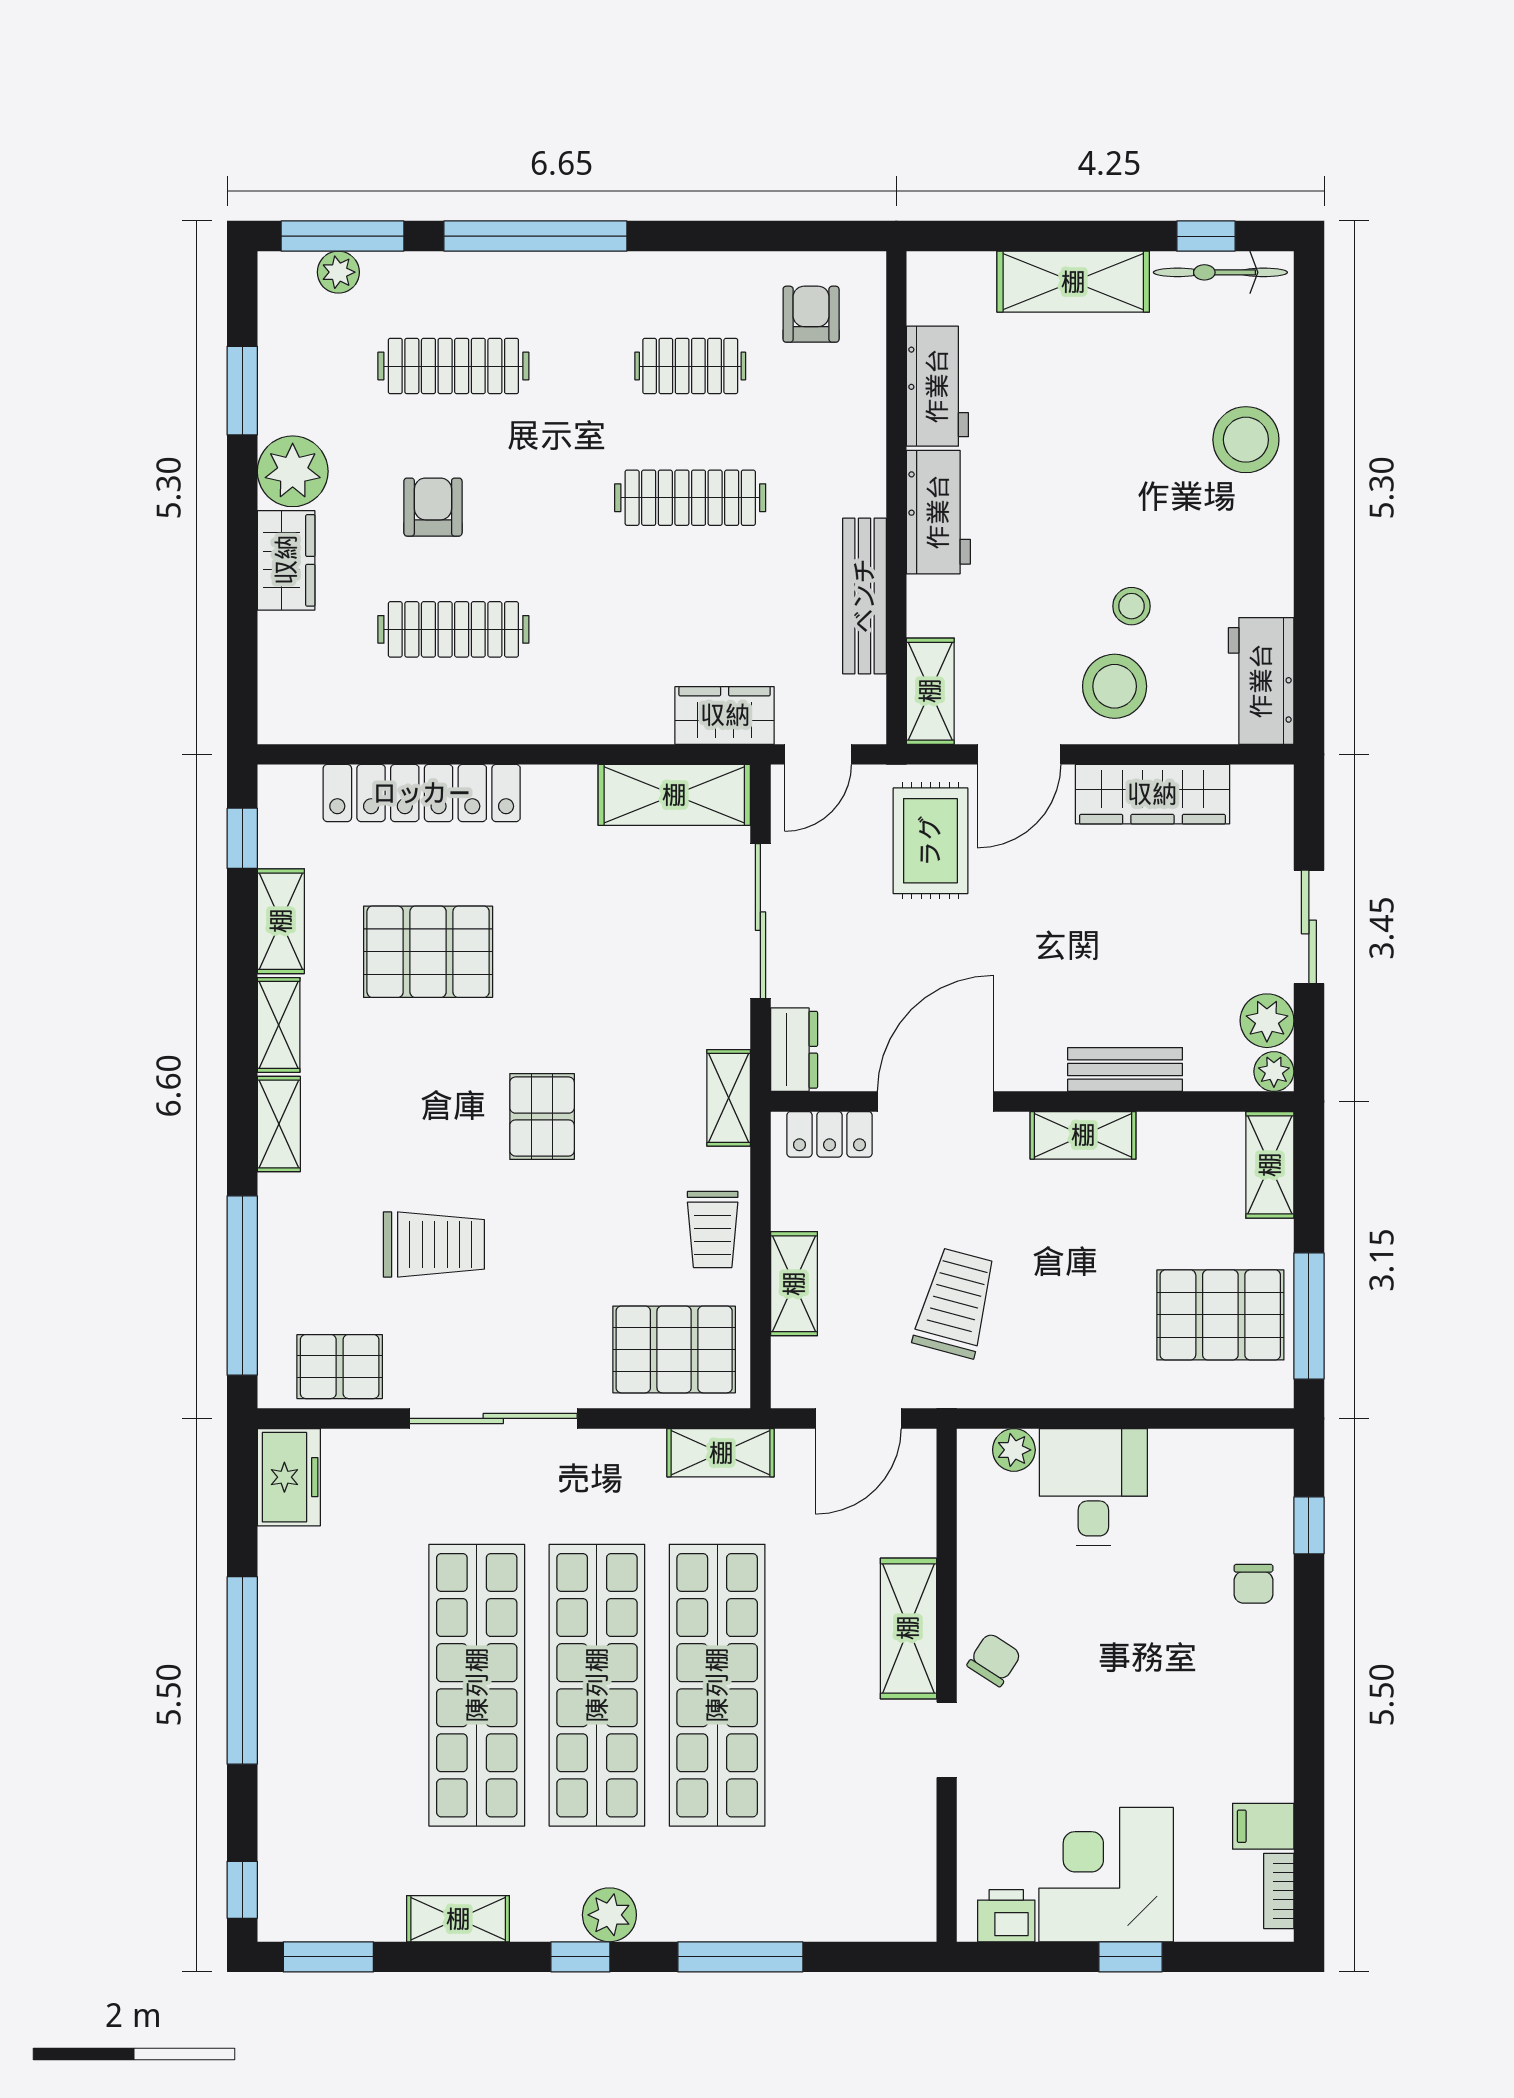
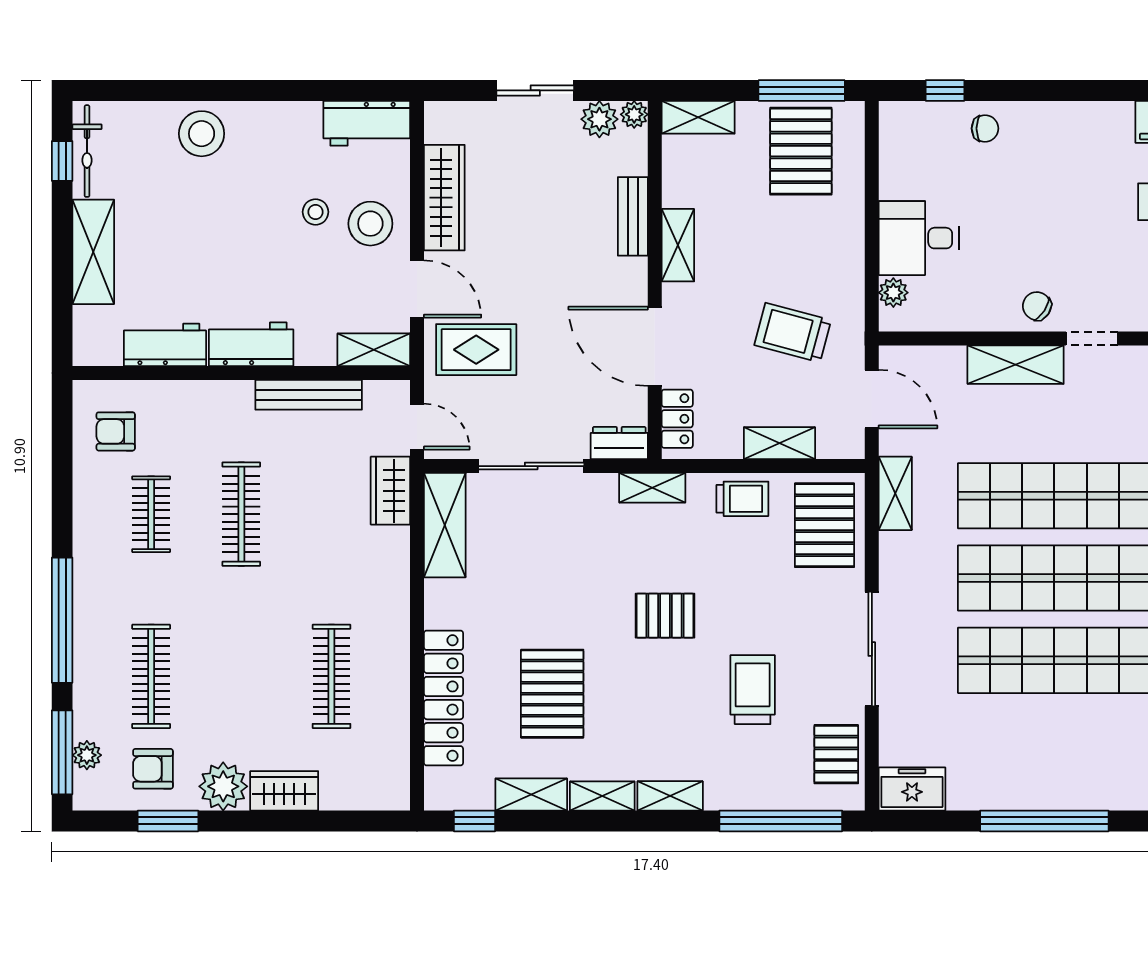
armchair: (433, 507) -> (153, 769), moved

